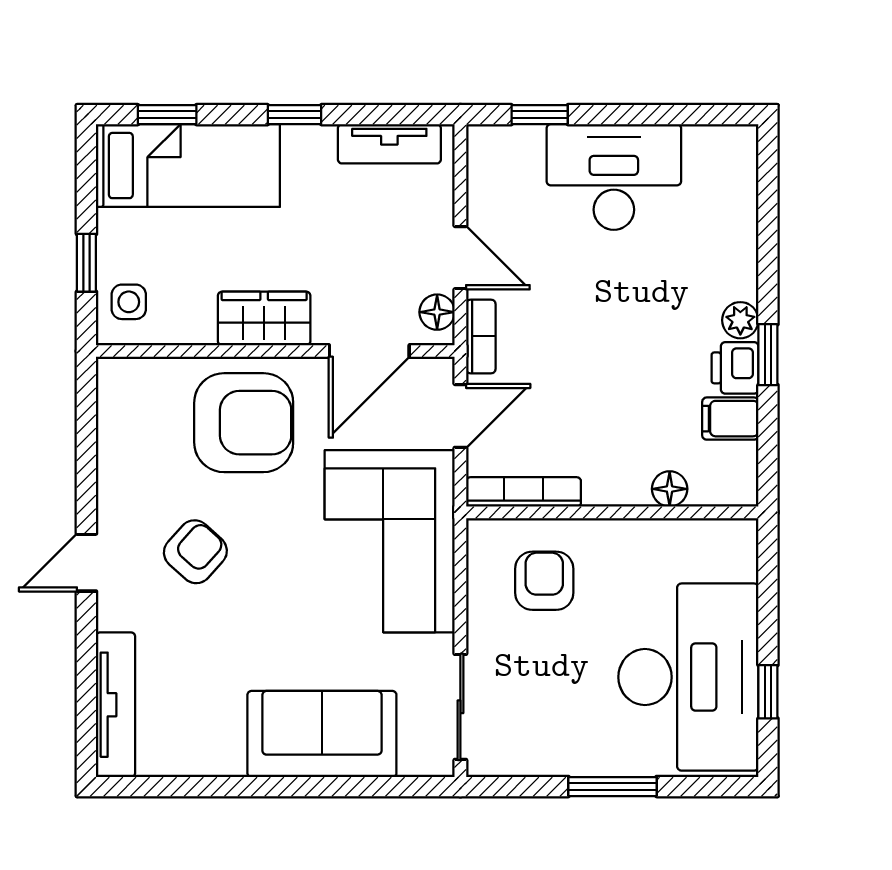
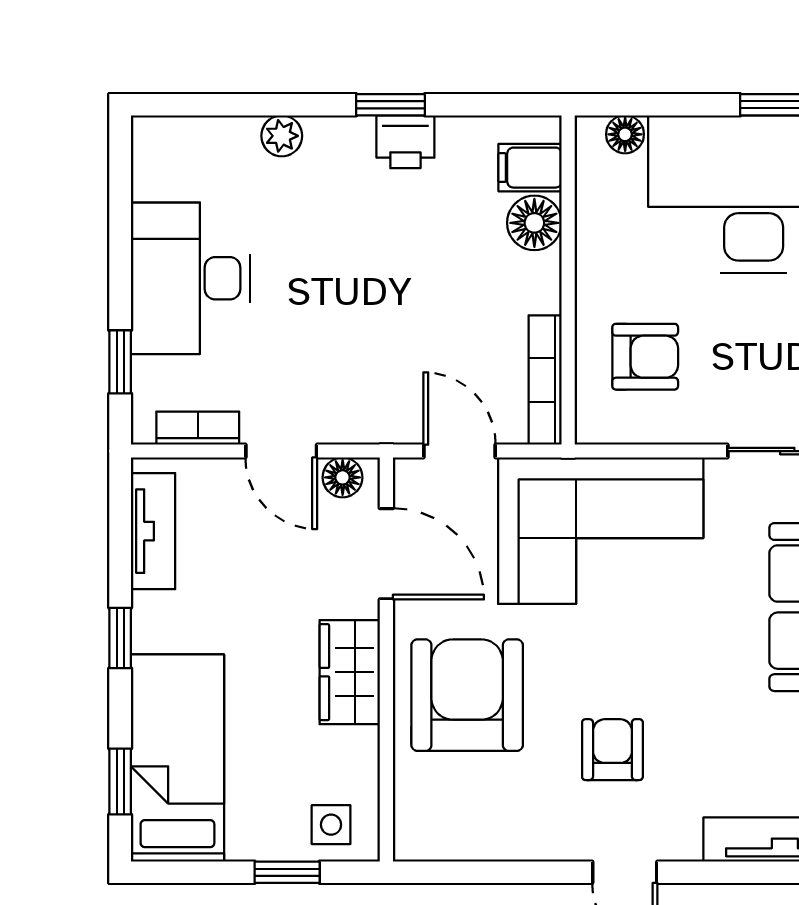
door: (460, 258) -> (281, 451), swing flipped
plant: (740, 320) -> (282, 136), moved
bookcase: (481, 336) -> (198, 428), moved
filing cabinet: (730, 419) -> (530, 168), moved, turned 90
floor lamp: (670, 489) -> (534, 223), width x1.37, depth x1.37
armchair: (195, 552) -> (612, 750), turned 48
floor lamp: (742, 563) -> (625, 134), added
armchair: (544, 581) -> (645, 357), turned 180

